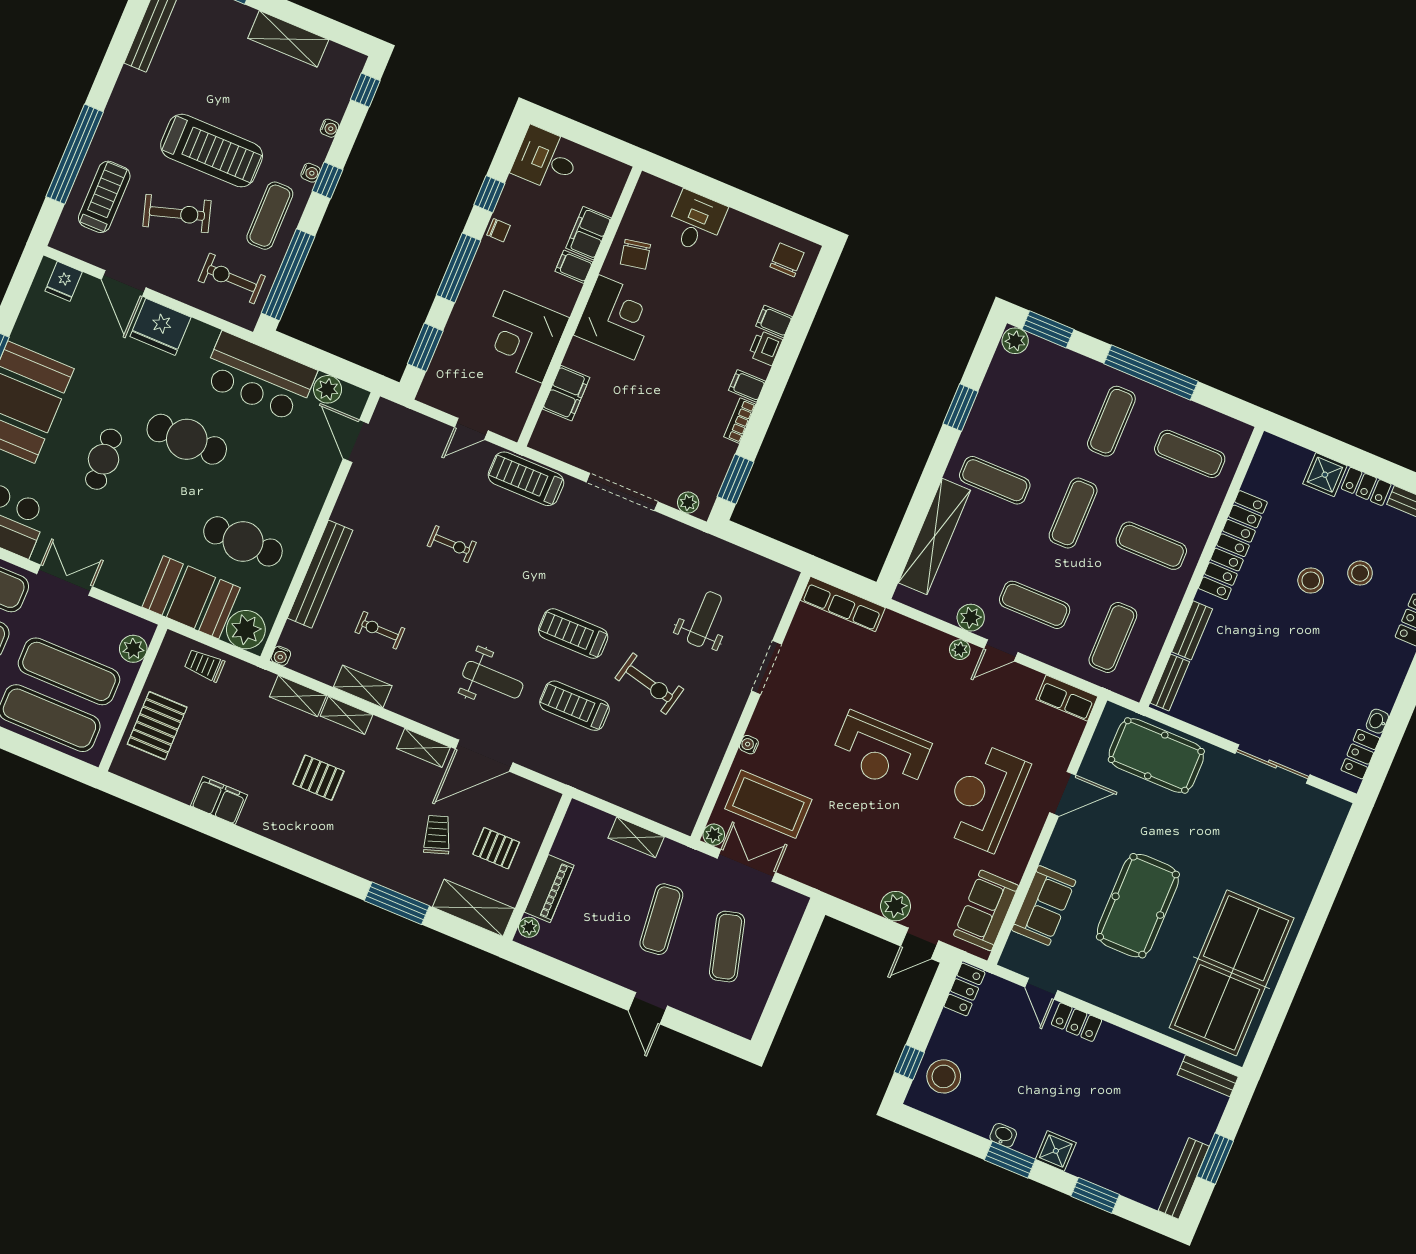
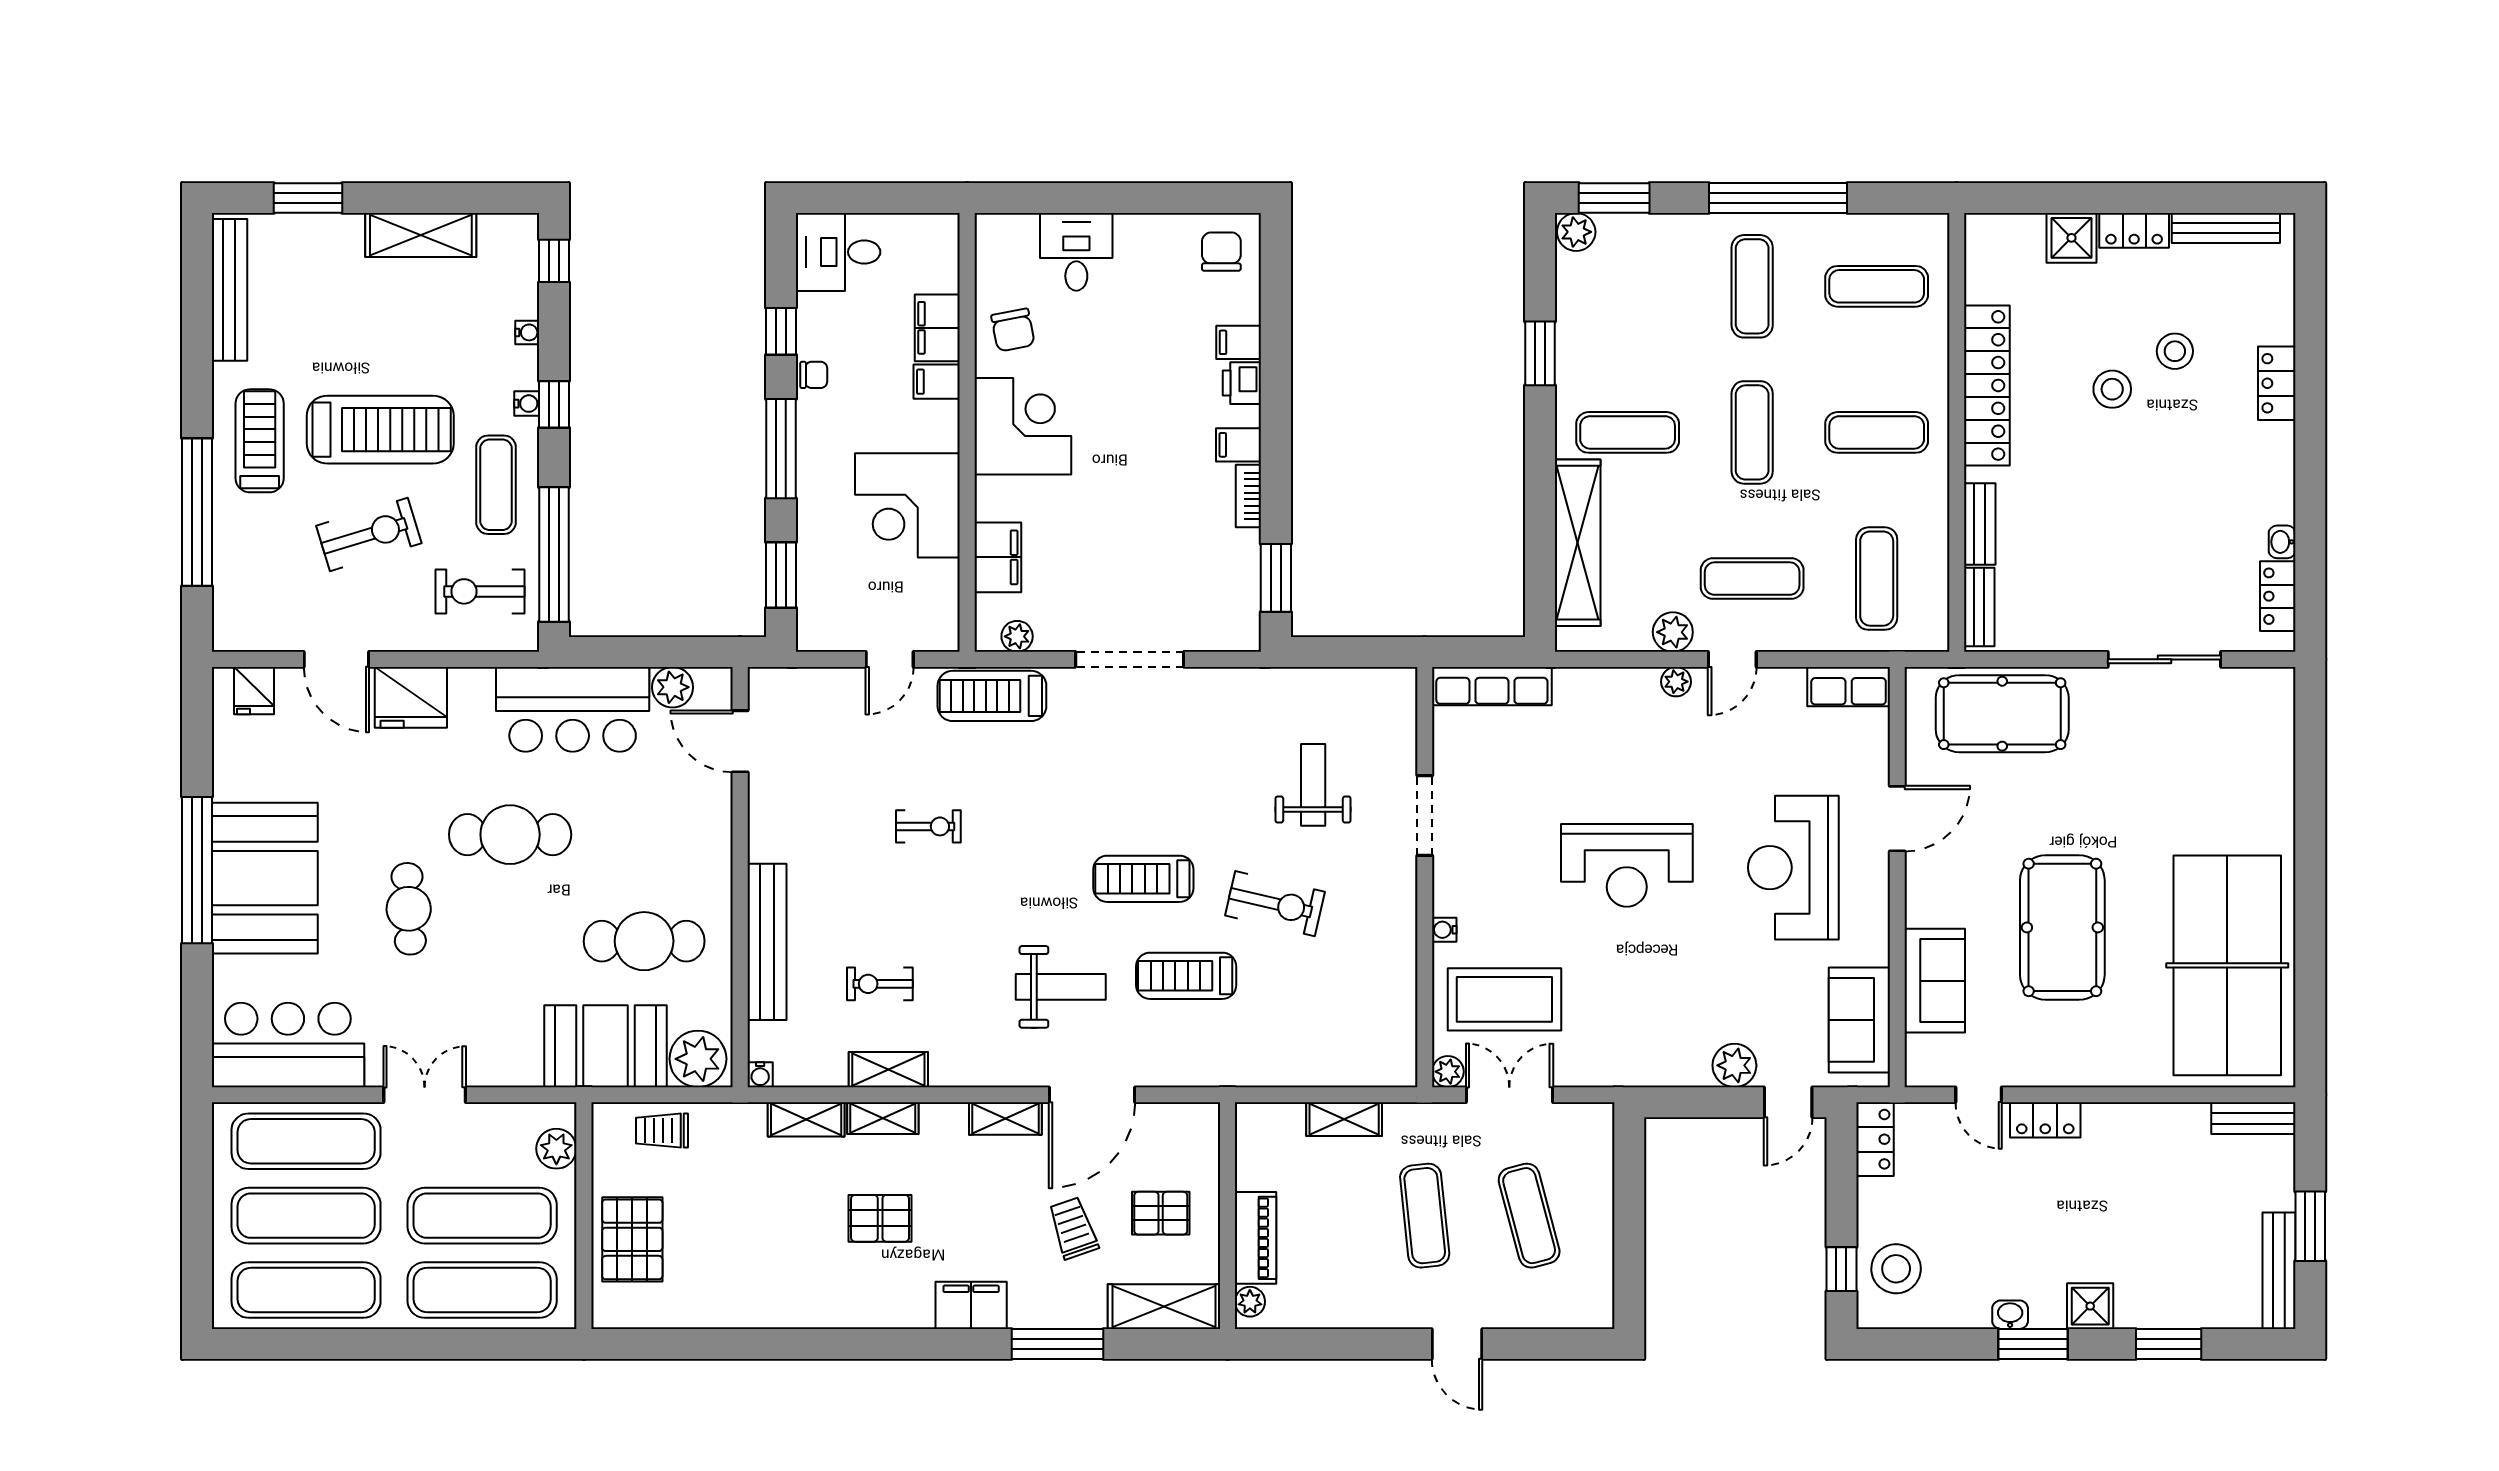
treadmill: (104, 197) -> (260, 441), moved
plant: (688, 503) -> (1017, 636), moved
filing cabinet: (219, 800) -> (971, 1305), moved

